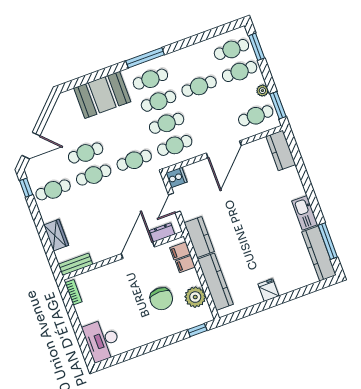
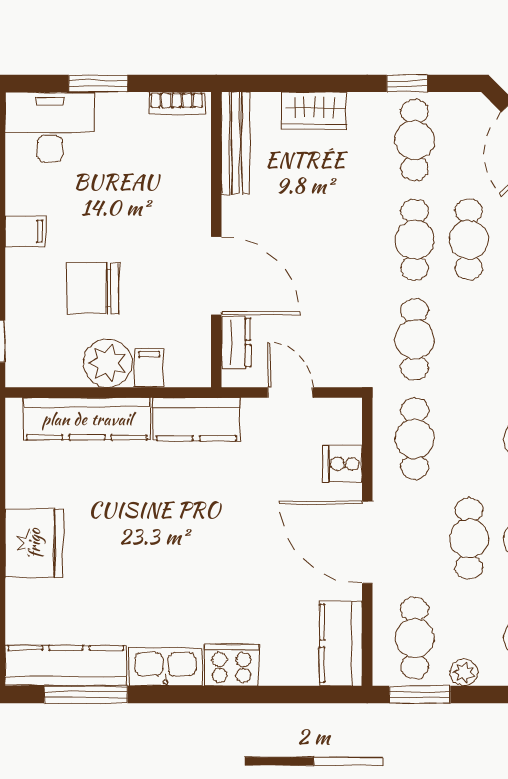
cafe table: (167, 123) -> (469, 538), moved
kitchen counter: (281, 150) -> (341, 643), moved, turned -90
cooker: (176, 178) -> (343, 464), moved, turned 90
cooker: (294, 186) -> (231, 665), added
window: (26, 188) -> (407, 83), moved
filing cabinet: (180, 251) -> (25, 231), moved, turned 90
bench: (75, 264) -> (236, 143), width x1.36
fridge: (268, 290) -> (34, 543), width x1.88, depth x1.34
plant: (195, 297) -> (108, 363), moved
window: (77, 327) -> (98, 83), added

